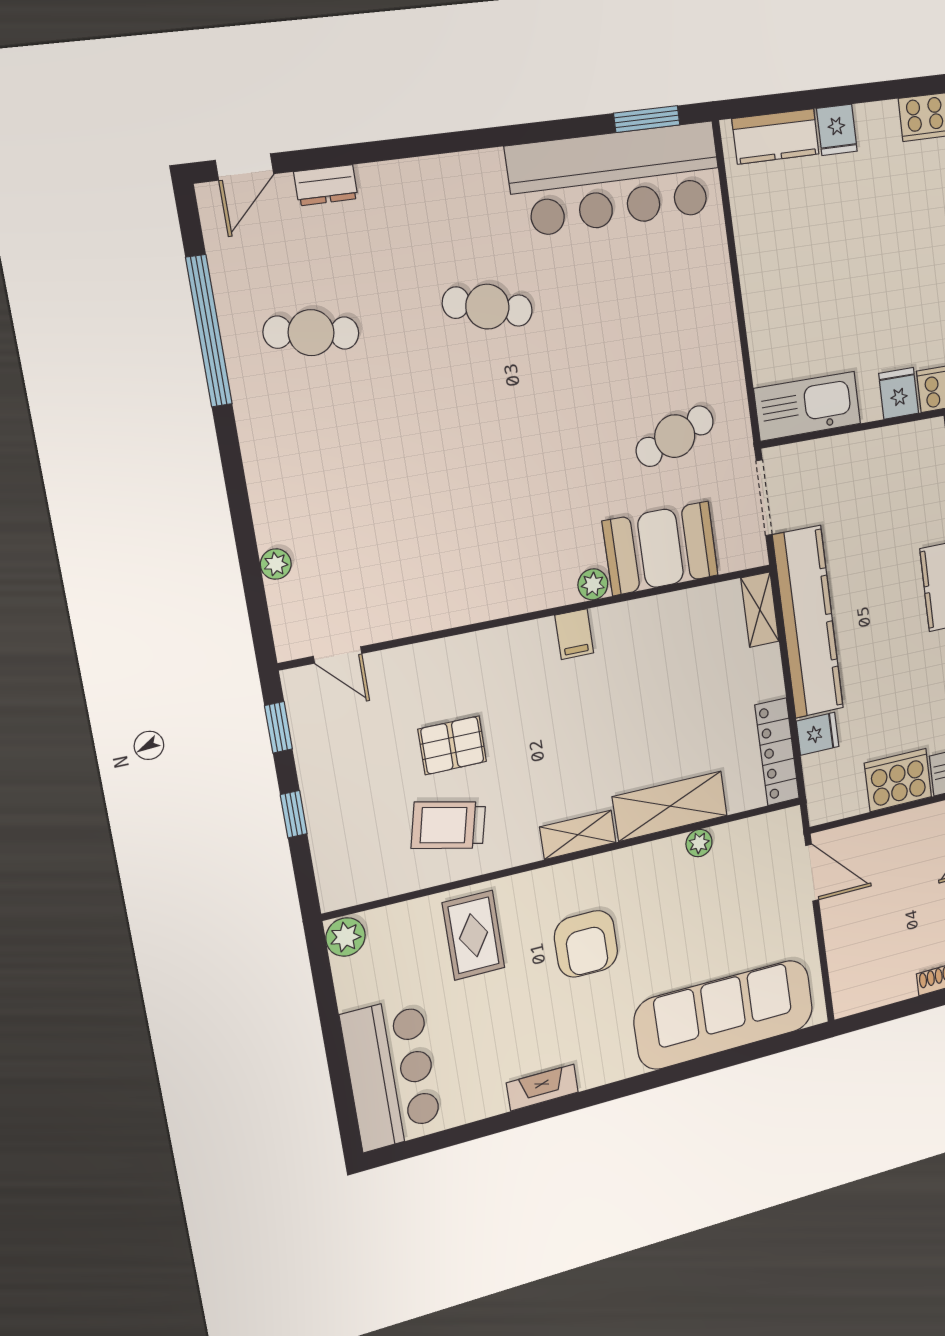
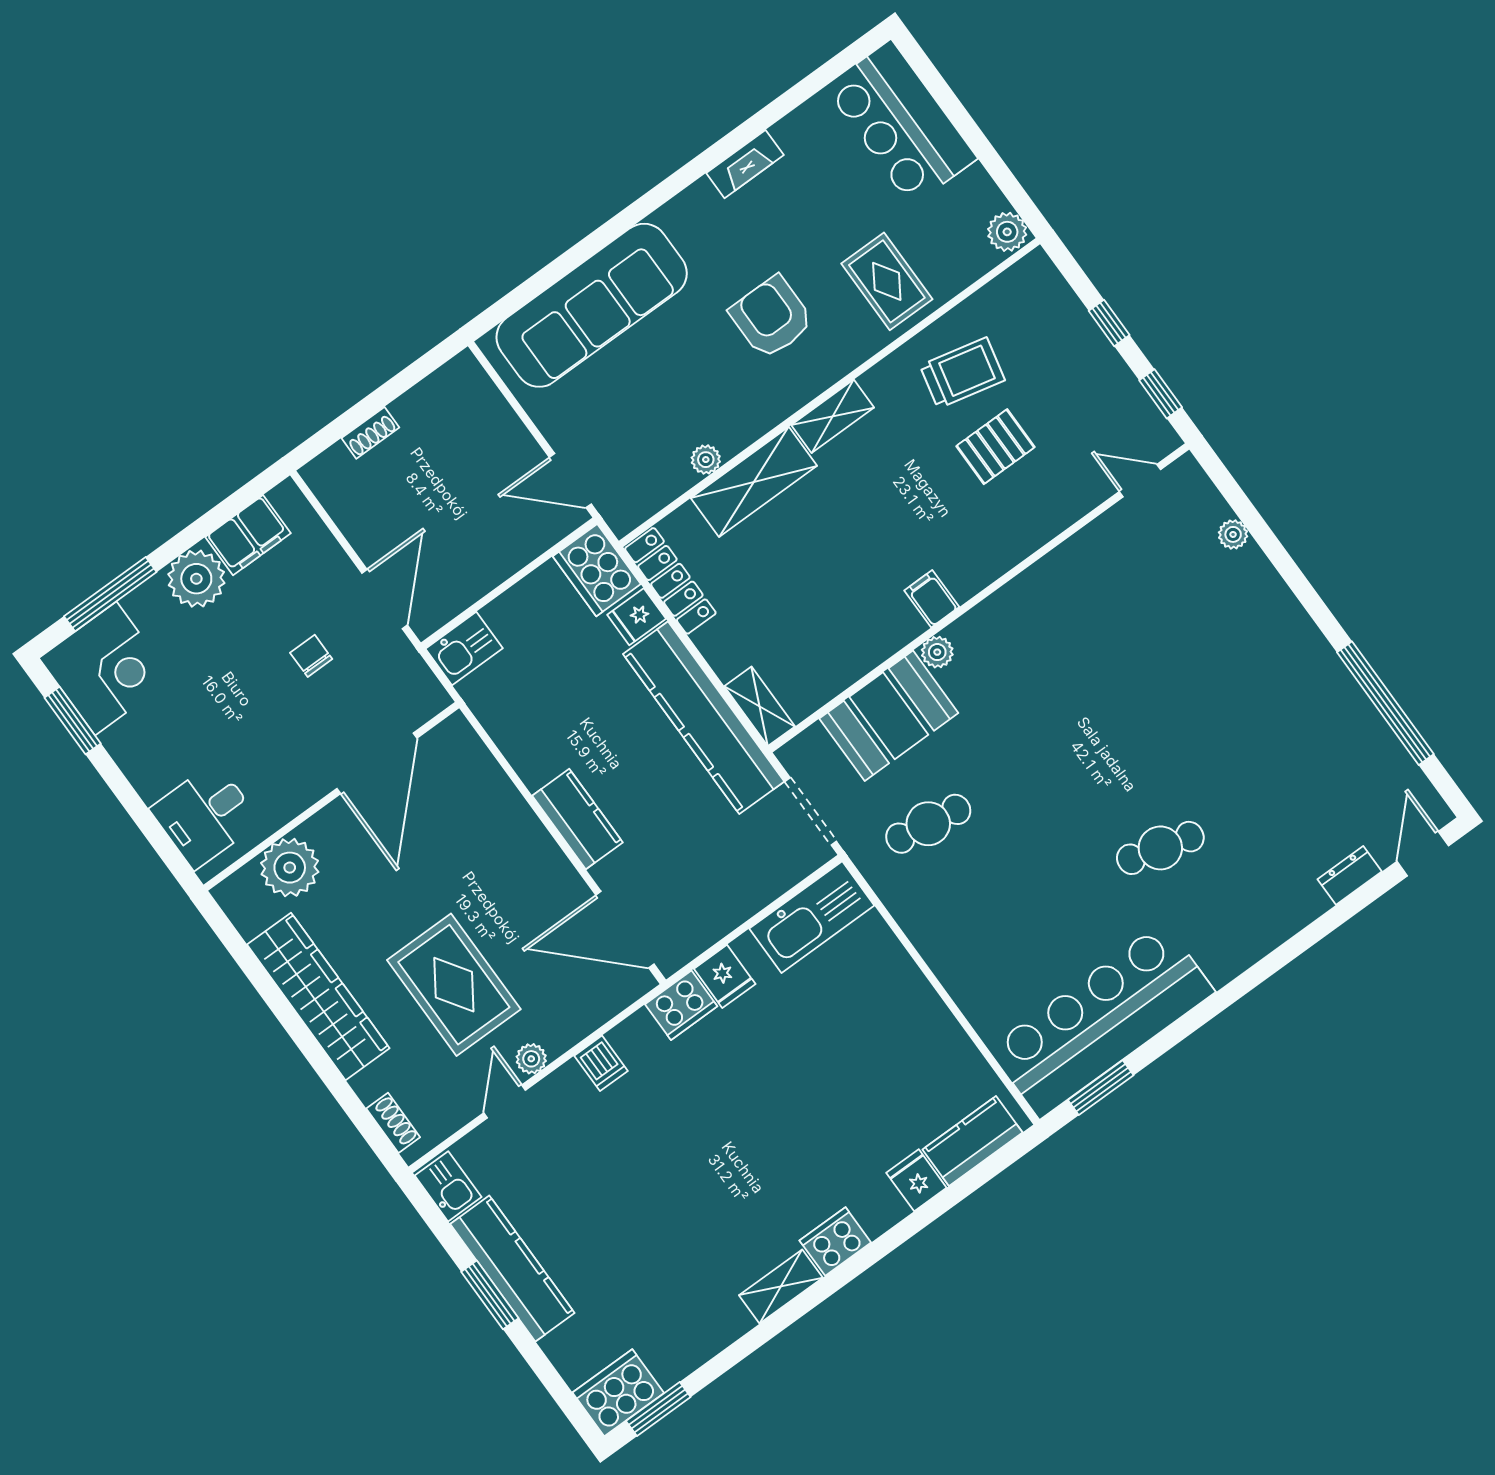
cafe table: (311, 333) -> (1301, 746), removed
cafe table: (675, 436) -> (928, 824), turned 30
cooker: (898, 780) -> (597, 570), moved, turned 90

